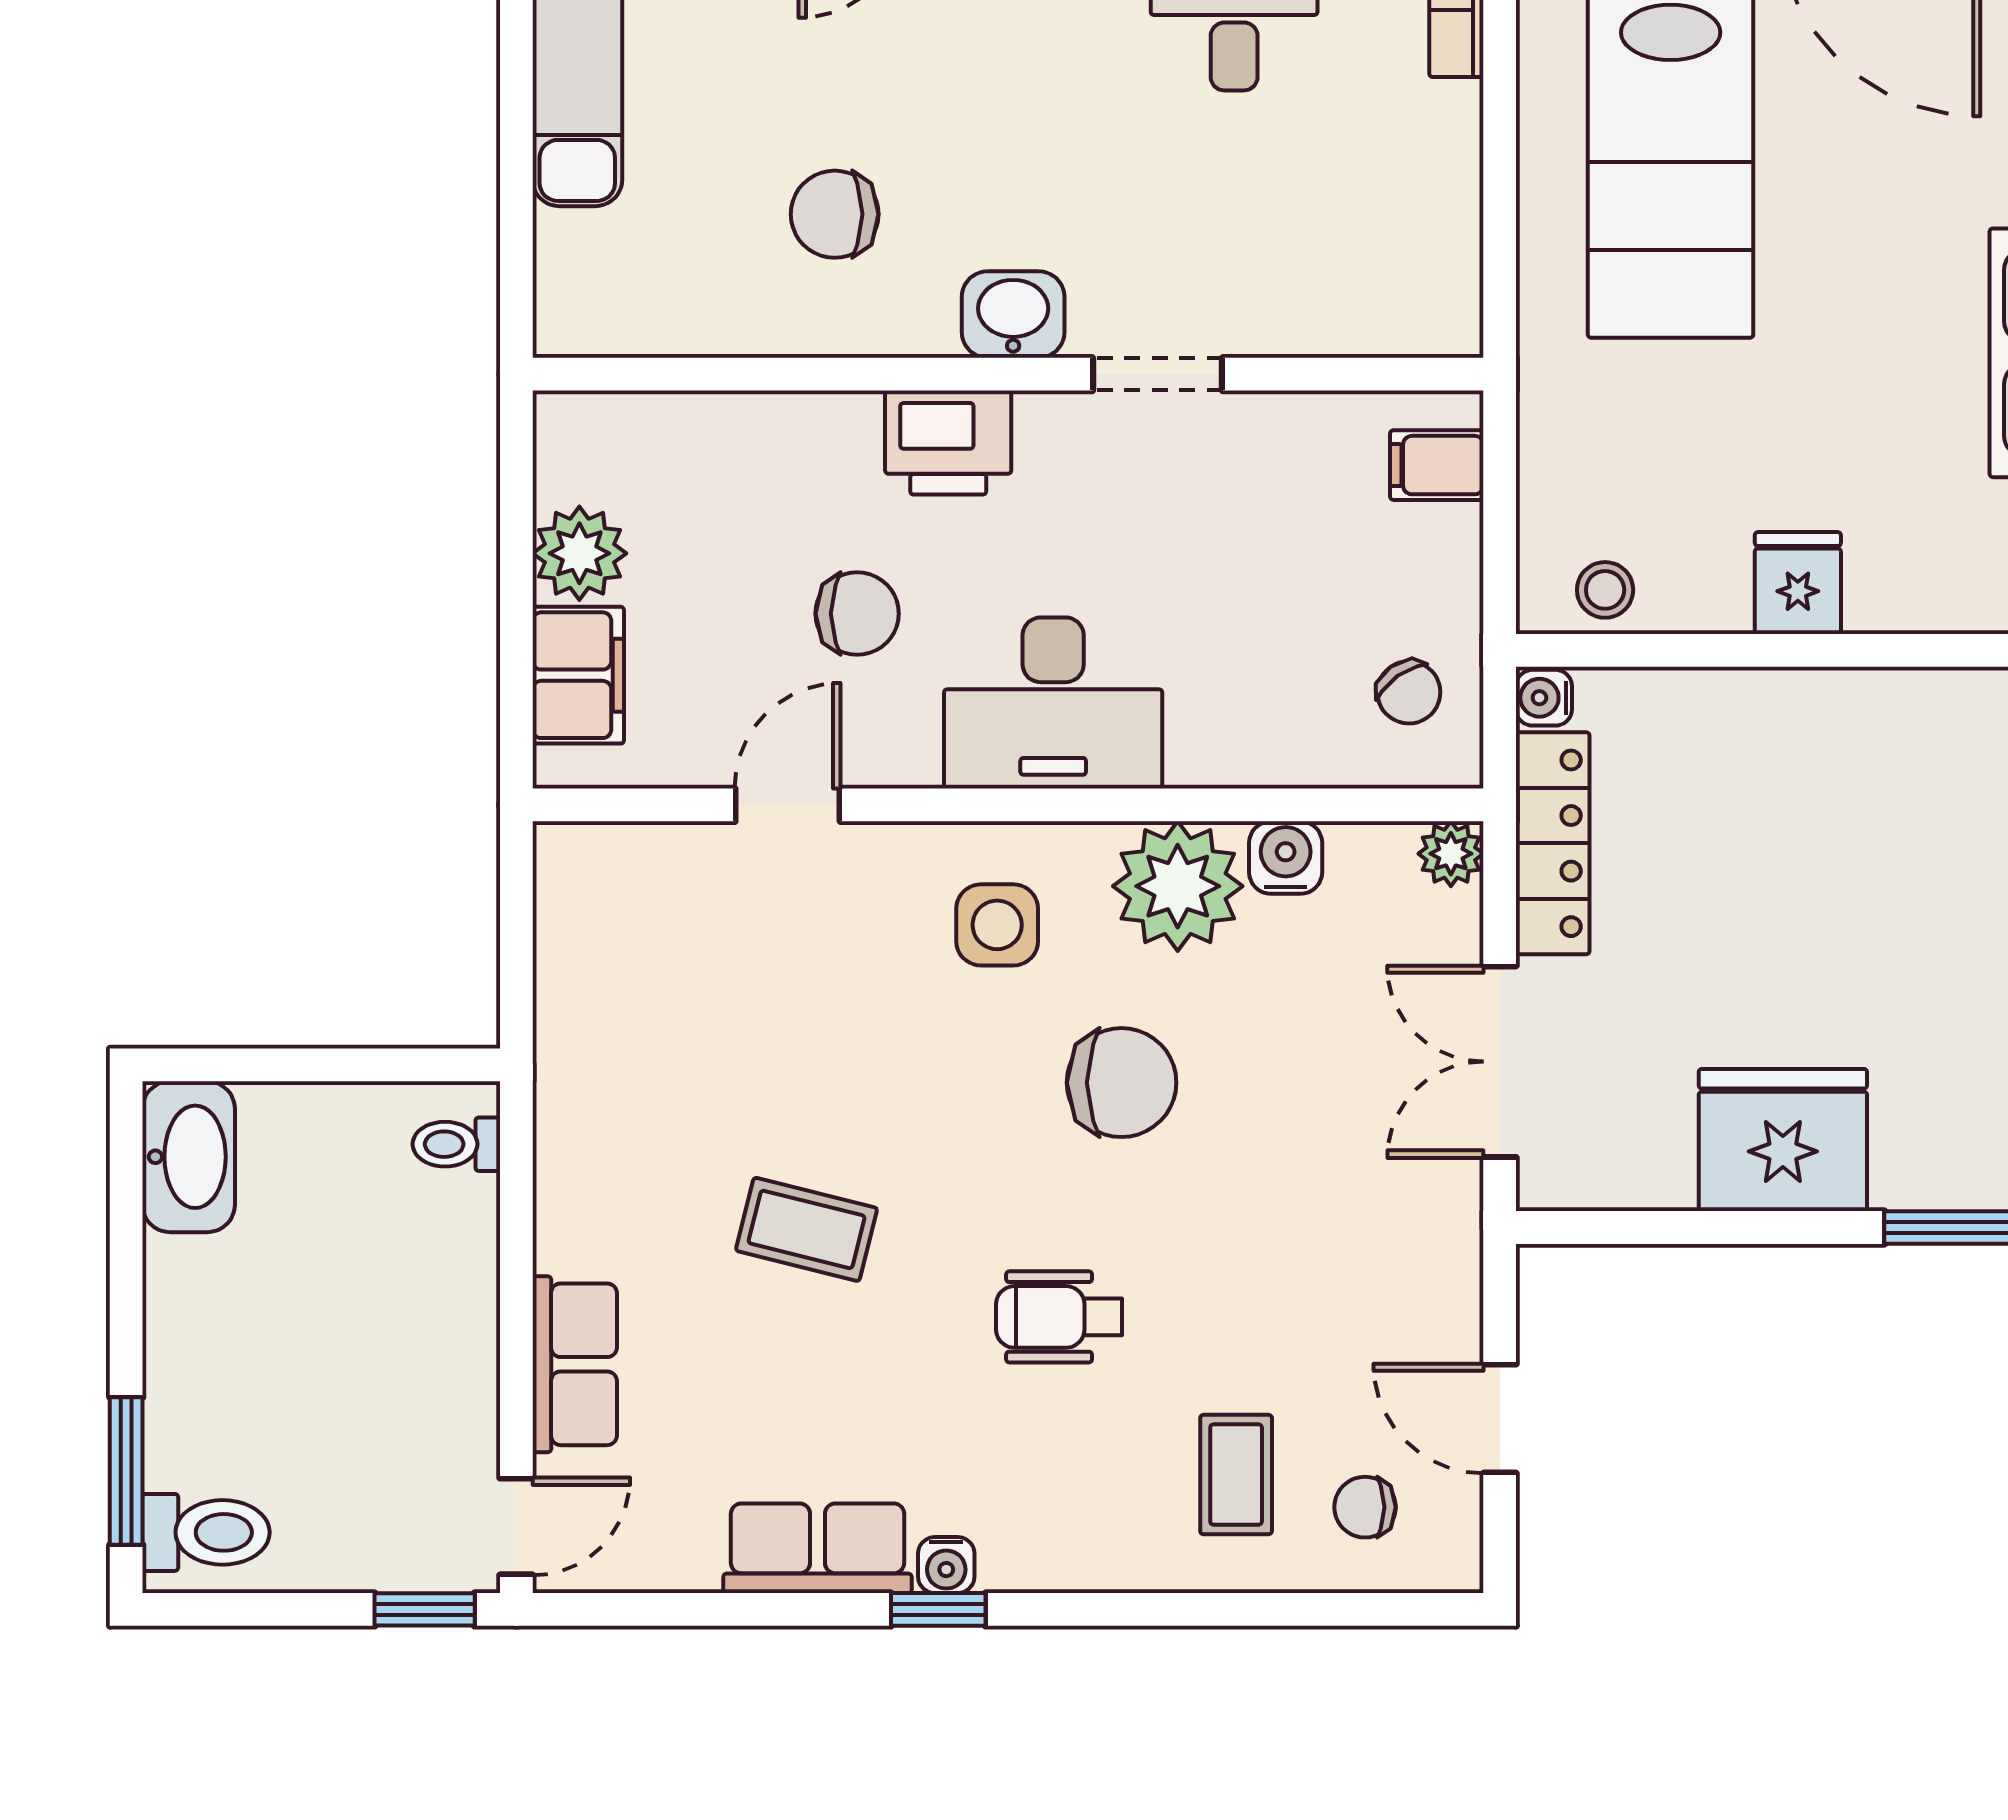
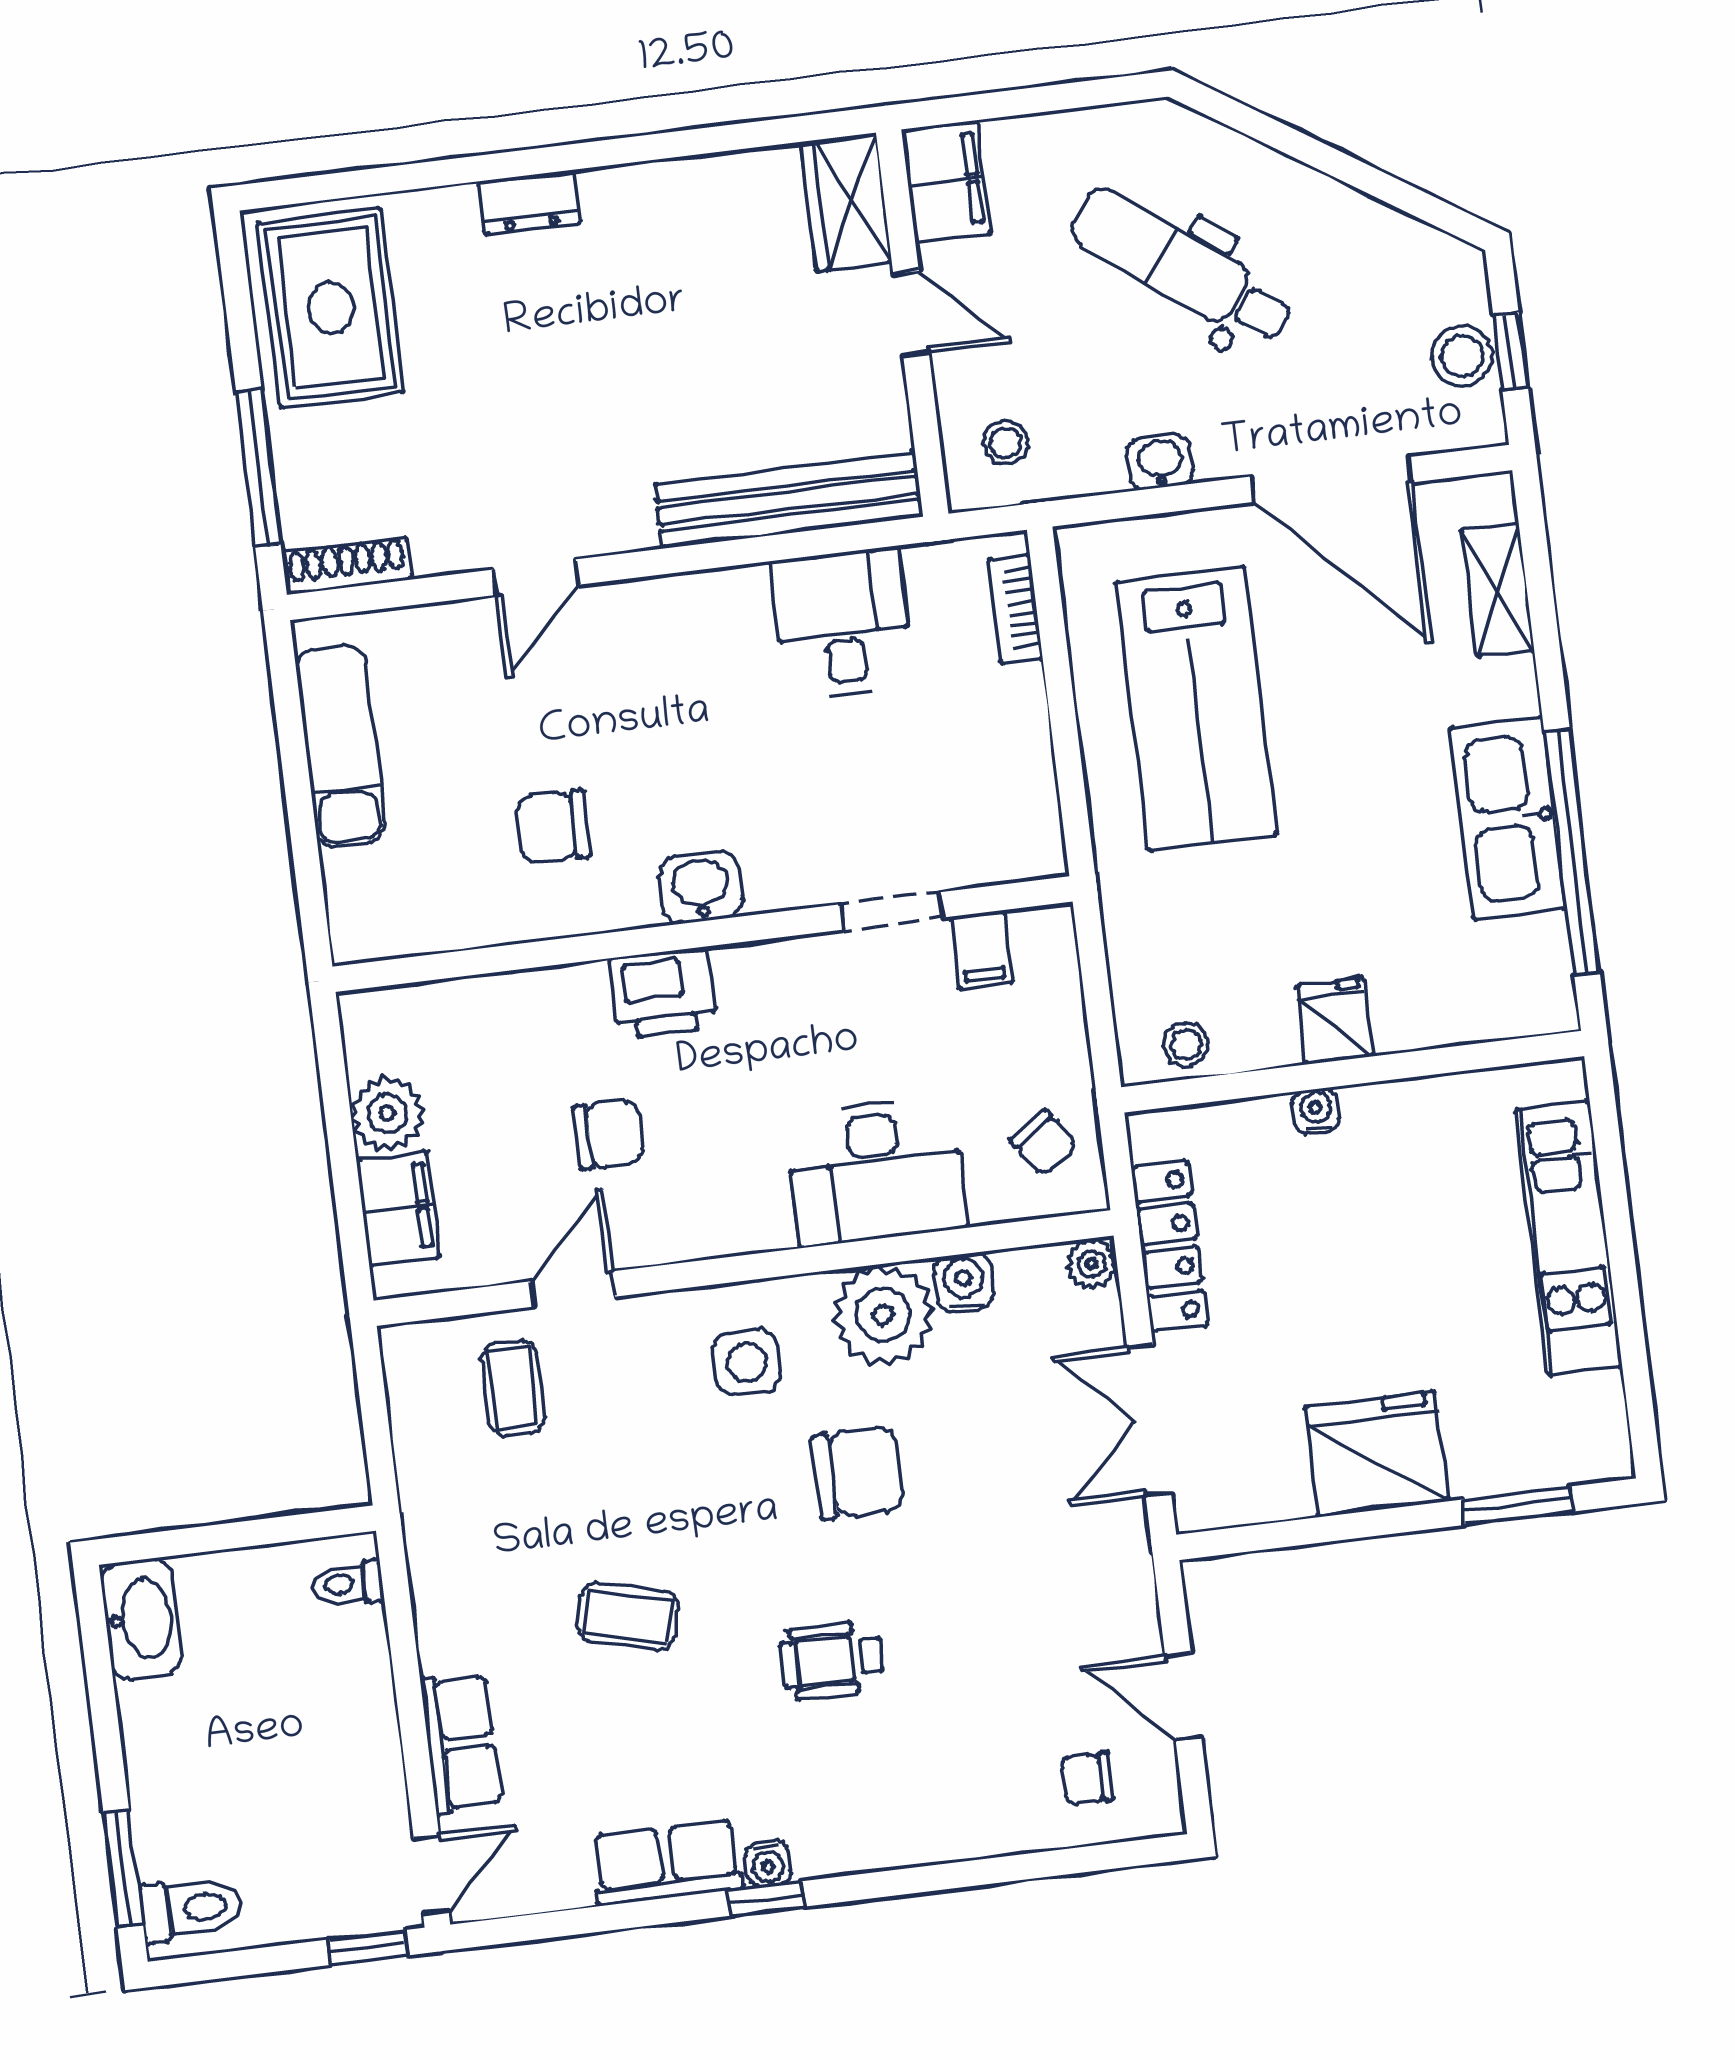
doorway: (1158, 374) -> (892, 911), moved
filing cabinet: (1437, 465) -> (982, 949), moved, turned -90
water cooler: (1544, 698) -> (1316, 1111), moved, turned 90
desk: (1053, 703) -> (876, 1172), moved
coffee table: (1236, 1475) -> (513, 1388), moved

